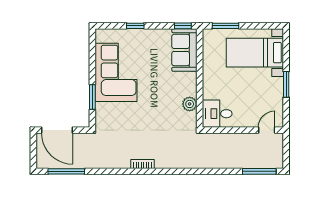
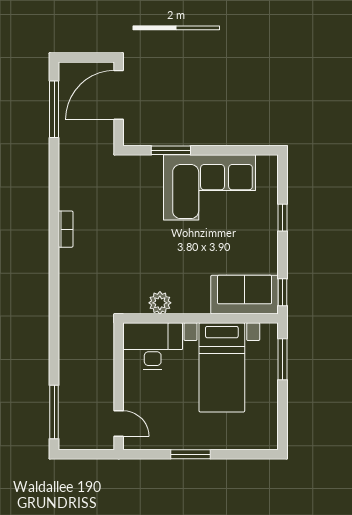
bed with nightstands: (255, 53) -> (222, 367), moved, turned 180
desk: (217, 114) -> (153, 346), width x1.37

